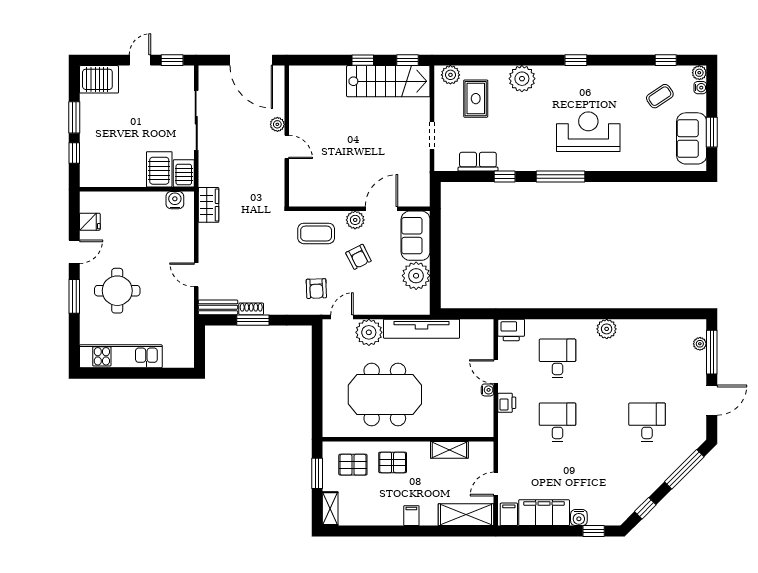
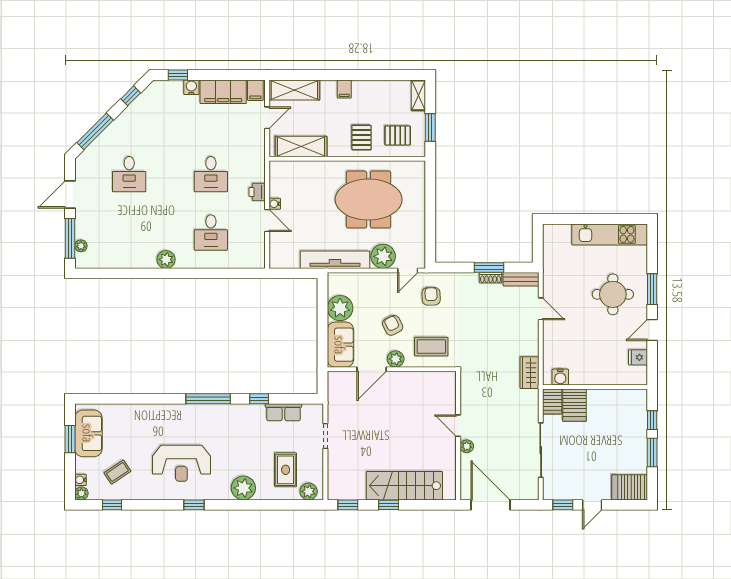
stairs: (388, 81) -> (404, 486), moved
reception desk: (588, 132) -> (181, 463), moved
printer: (511, 330) -> (253, 259), removed
shelving: (449, 450) -> (301, 147), width x1.50, depth x1.33
pallet: (393, 462) -> (361, 138), turned 90

